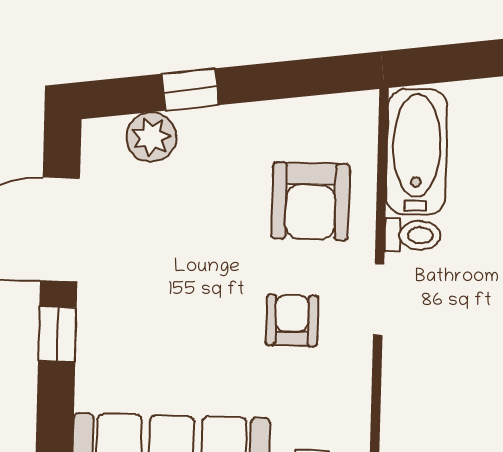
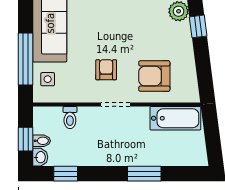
toilet: (413, 235) -> (70, 118), moved
armchair: (292, 320) -> (106, 70), turned -90

